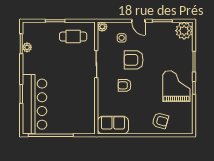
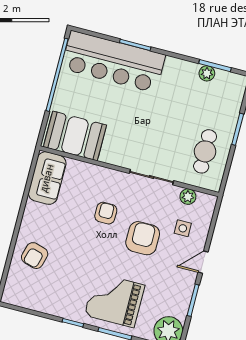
plant: (102, 27) -> (188, 197), moved
grand piano: (176, 86) -> (115, 300), moved, turned 180
booth: (84, 115) -> (75, 136), added

